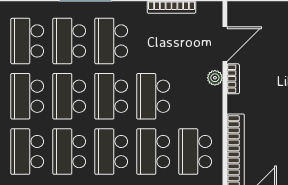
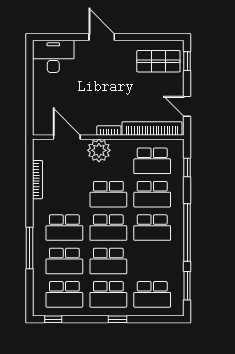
plant: (215, 78) -> (99, 150), width x1.87, depth x1.87
bookcase: (233, 79) -> (109, 130), moved
school desk: (69, 152) -> (152, 261), removed

